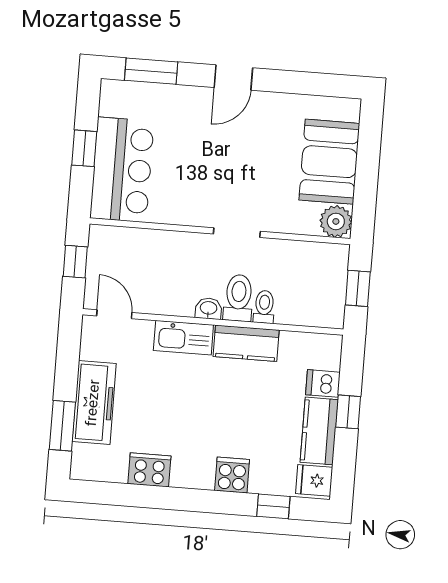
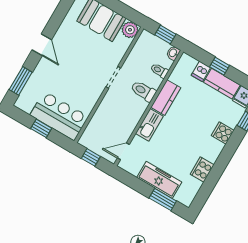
toilet: (264, 307) -> (159, 71), moved
washbasin: (209, 308) -> (173, 53), moved

